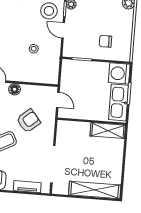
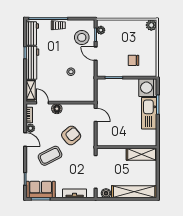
wall: (92, 121) -> (127, 147), moved
shelving: (108, 131) -> (142, 154), moved
boiler: (63, 189) -> (106, 193), added

